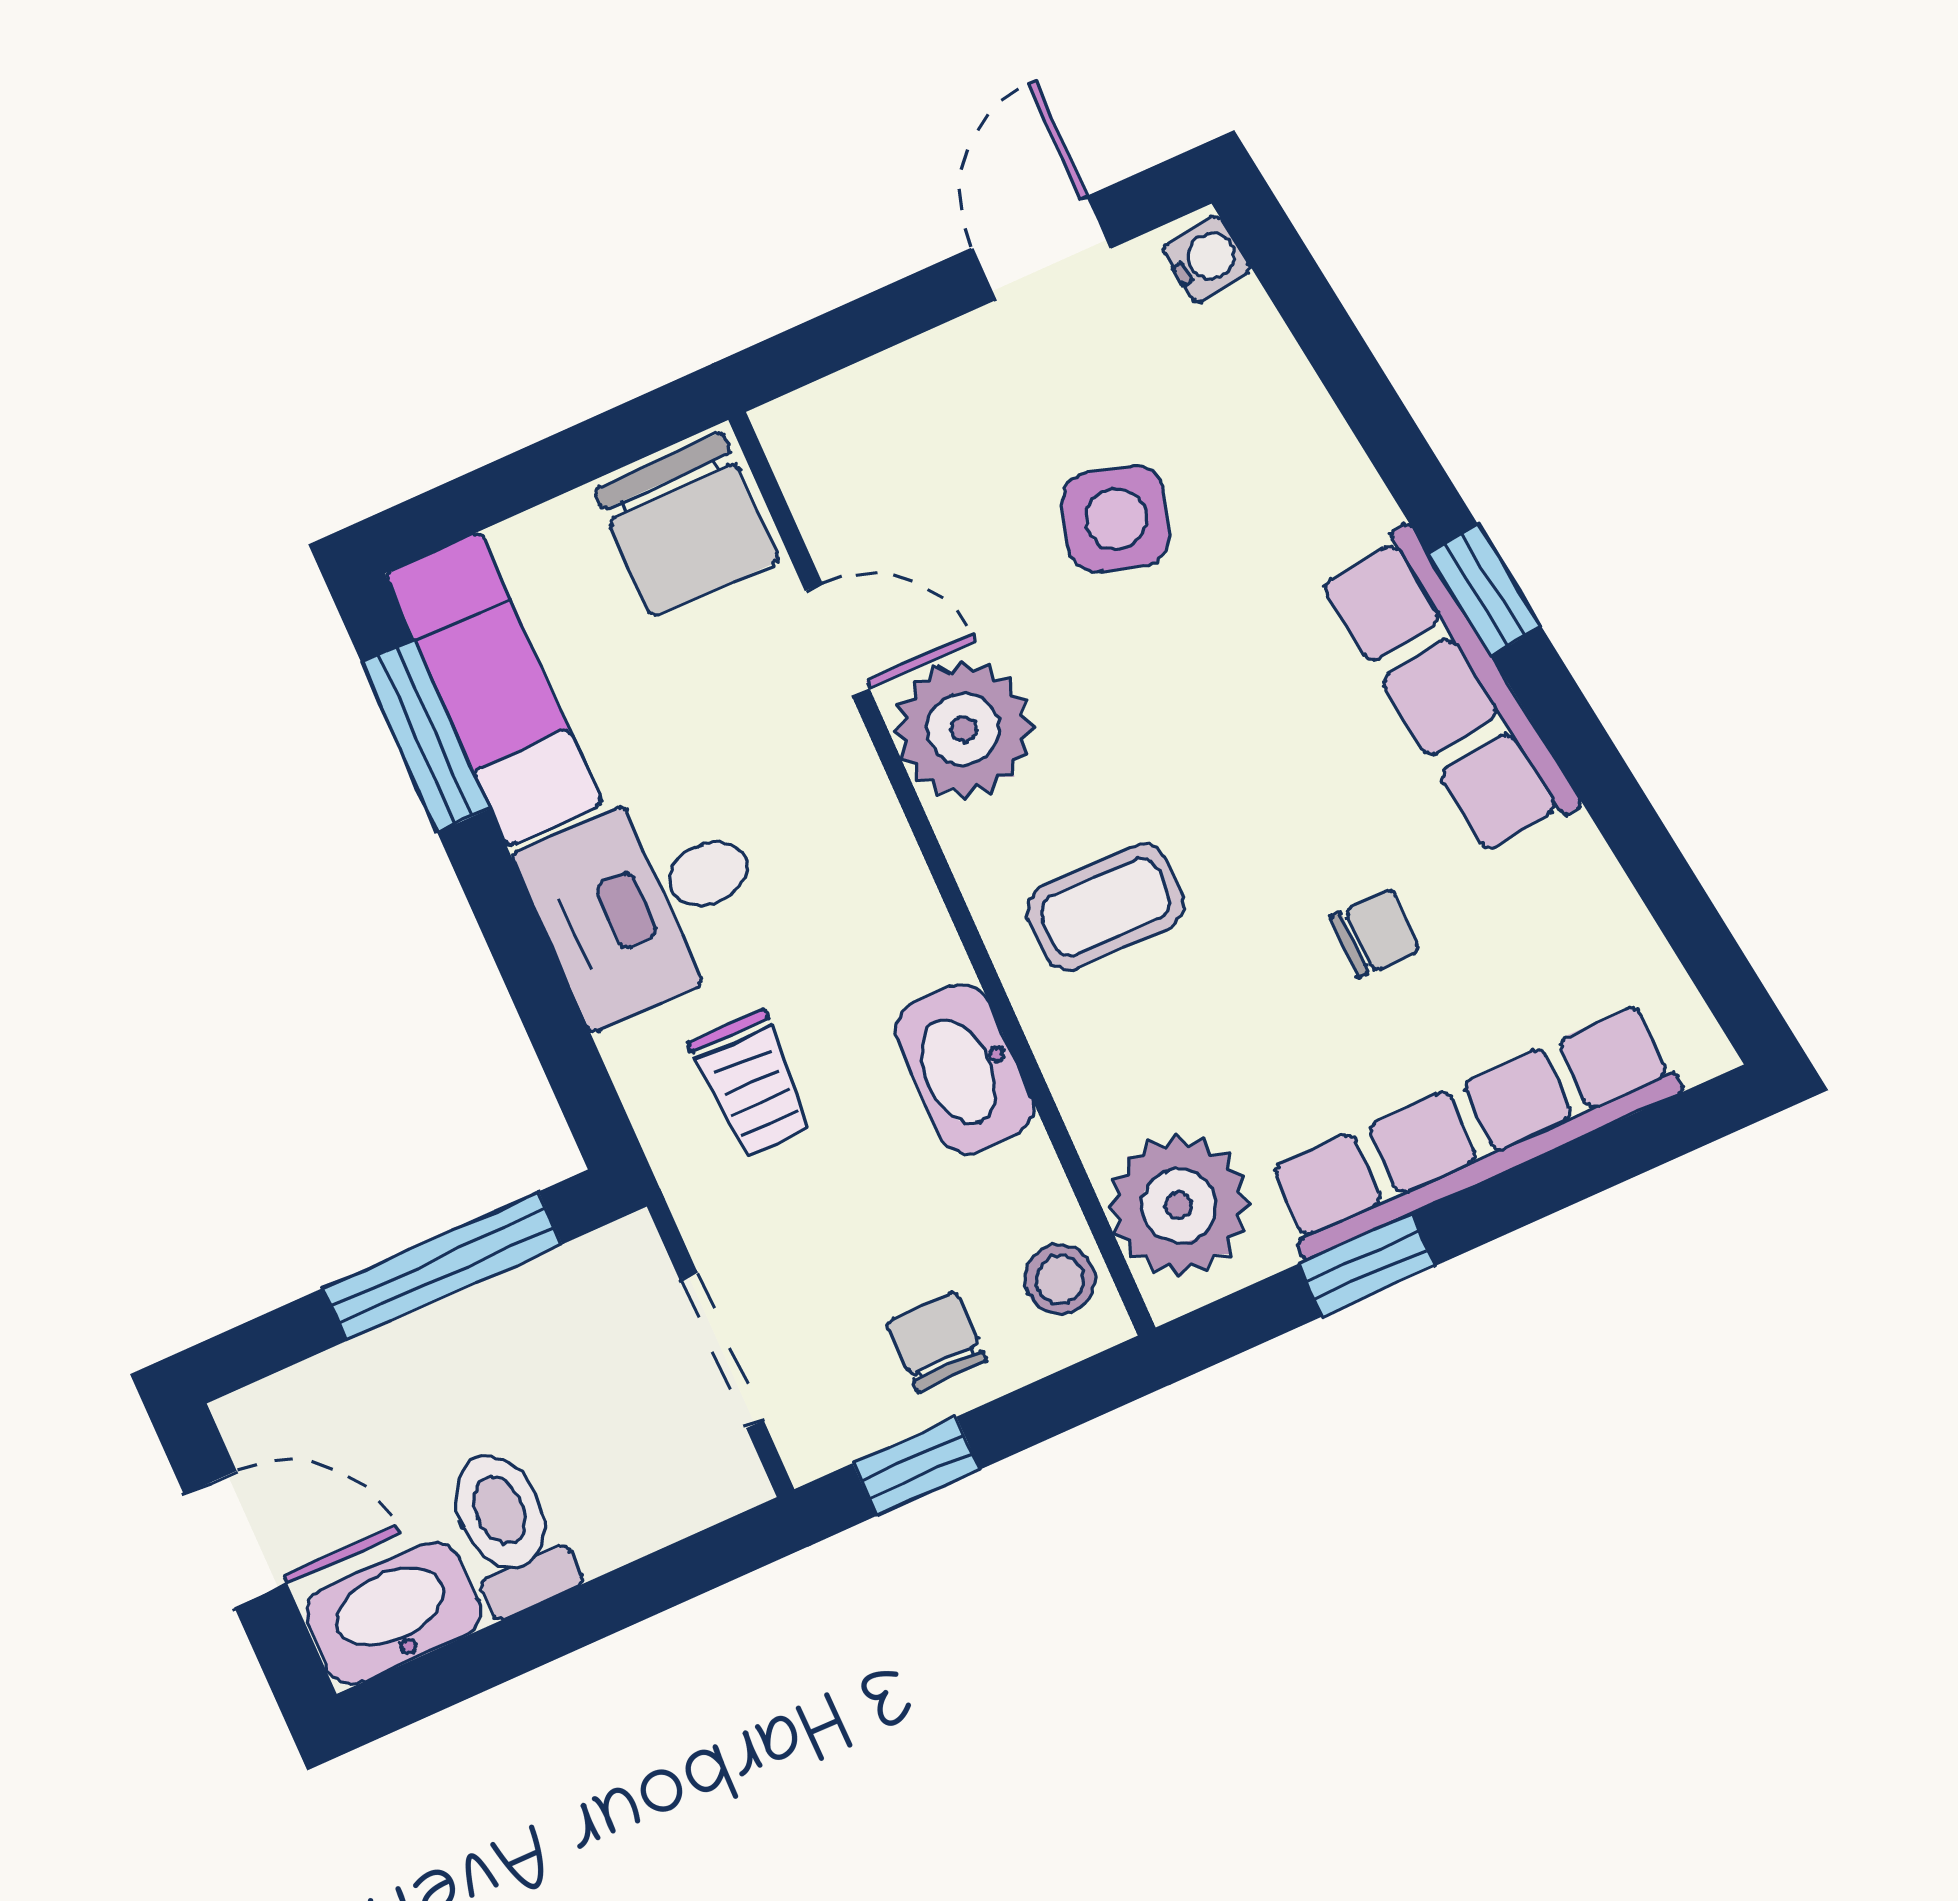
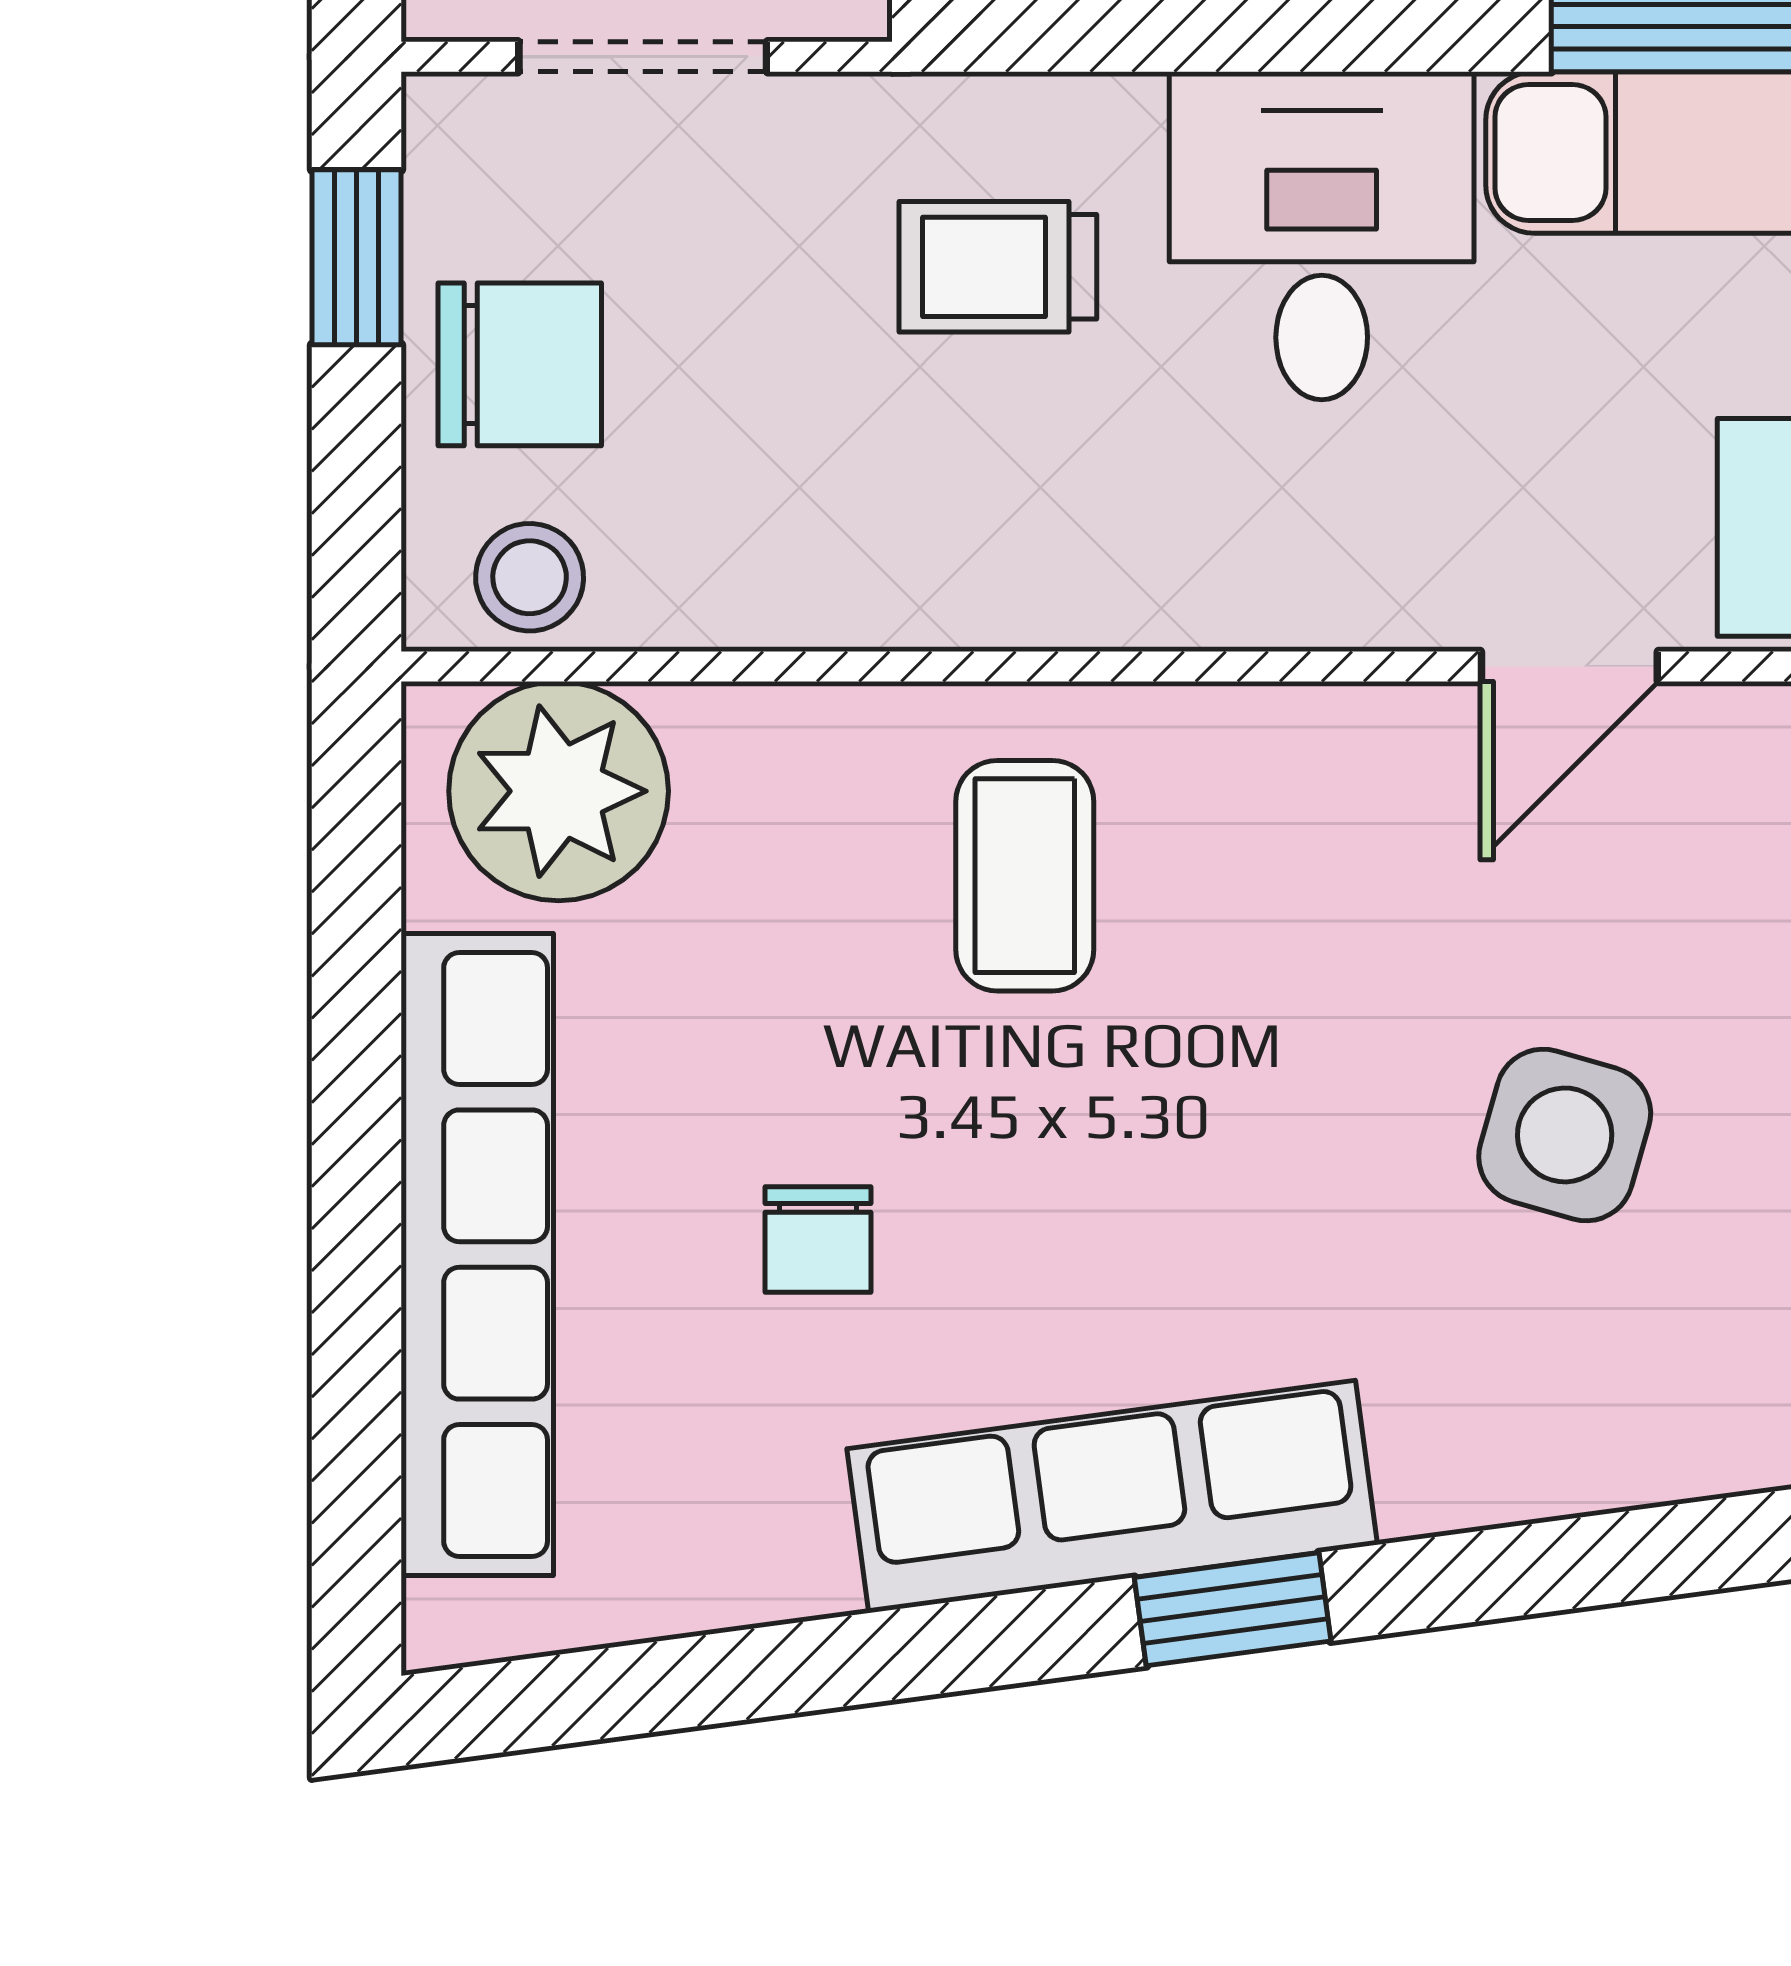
plant: (964, 729) -> (1365, 788), removed
washbasin: (964, 1069) -> (886, 575), removed
window: (1367, 1265) -> (357, 1018), removed
chair: (936, 1342) -> (520, 364), width x1.37, depth x1.37

